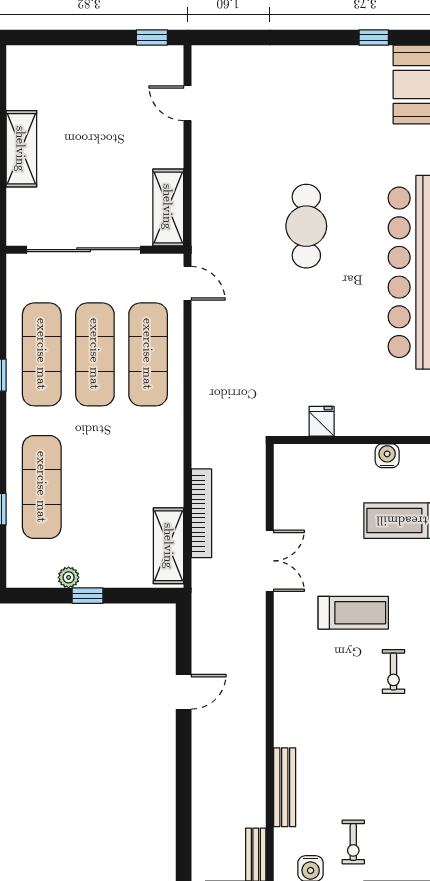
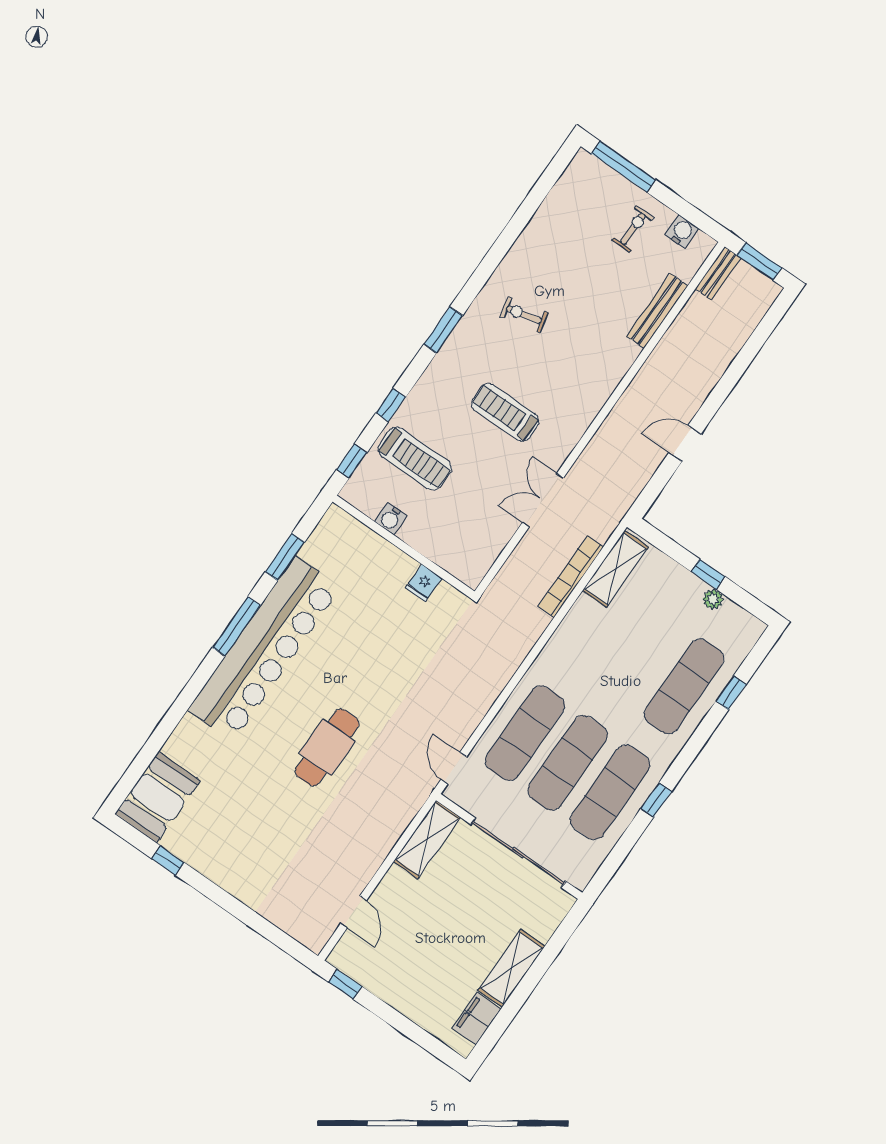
filing cabinet: (21, 86) -> (477, 1019), added
exercise bike: (393, 672) -> (524, 315), moved, turned -103

